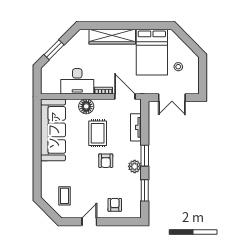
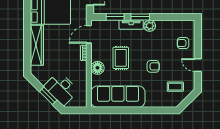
desk: (77, 81) -> (61, 89), moved, turned 135
tv unit: (136, 127) -> (131, 25), moved
rug: (98, 133) -> (121, 58), turned 90
armchair: (106, 161) -> (153, 66), moved
window: (145, 190) -> (115, 17), moved

